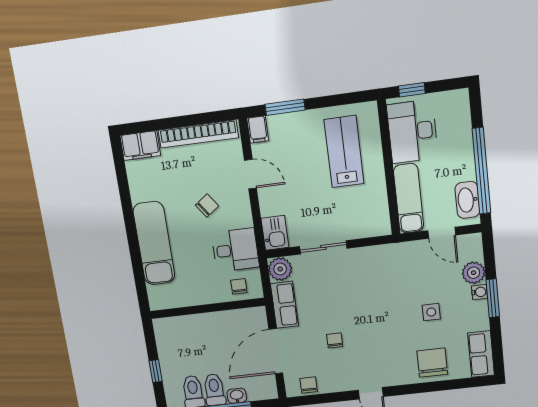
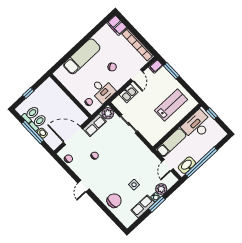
kitchen sink: (275, 233) -> (129, 94), moved
row of seats: (481, 354) -> (143, 206), moved

